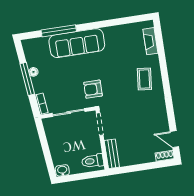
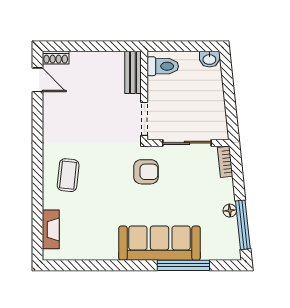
window: (27, 79) -> (243, 225), moved

